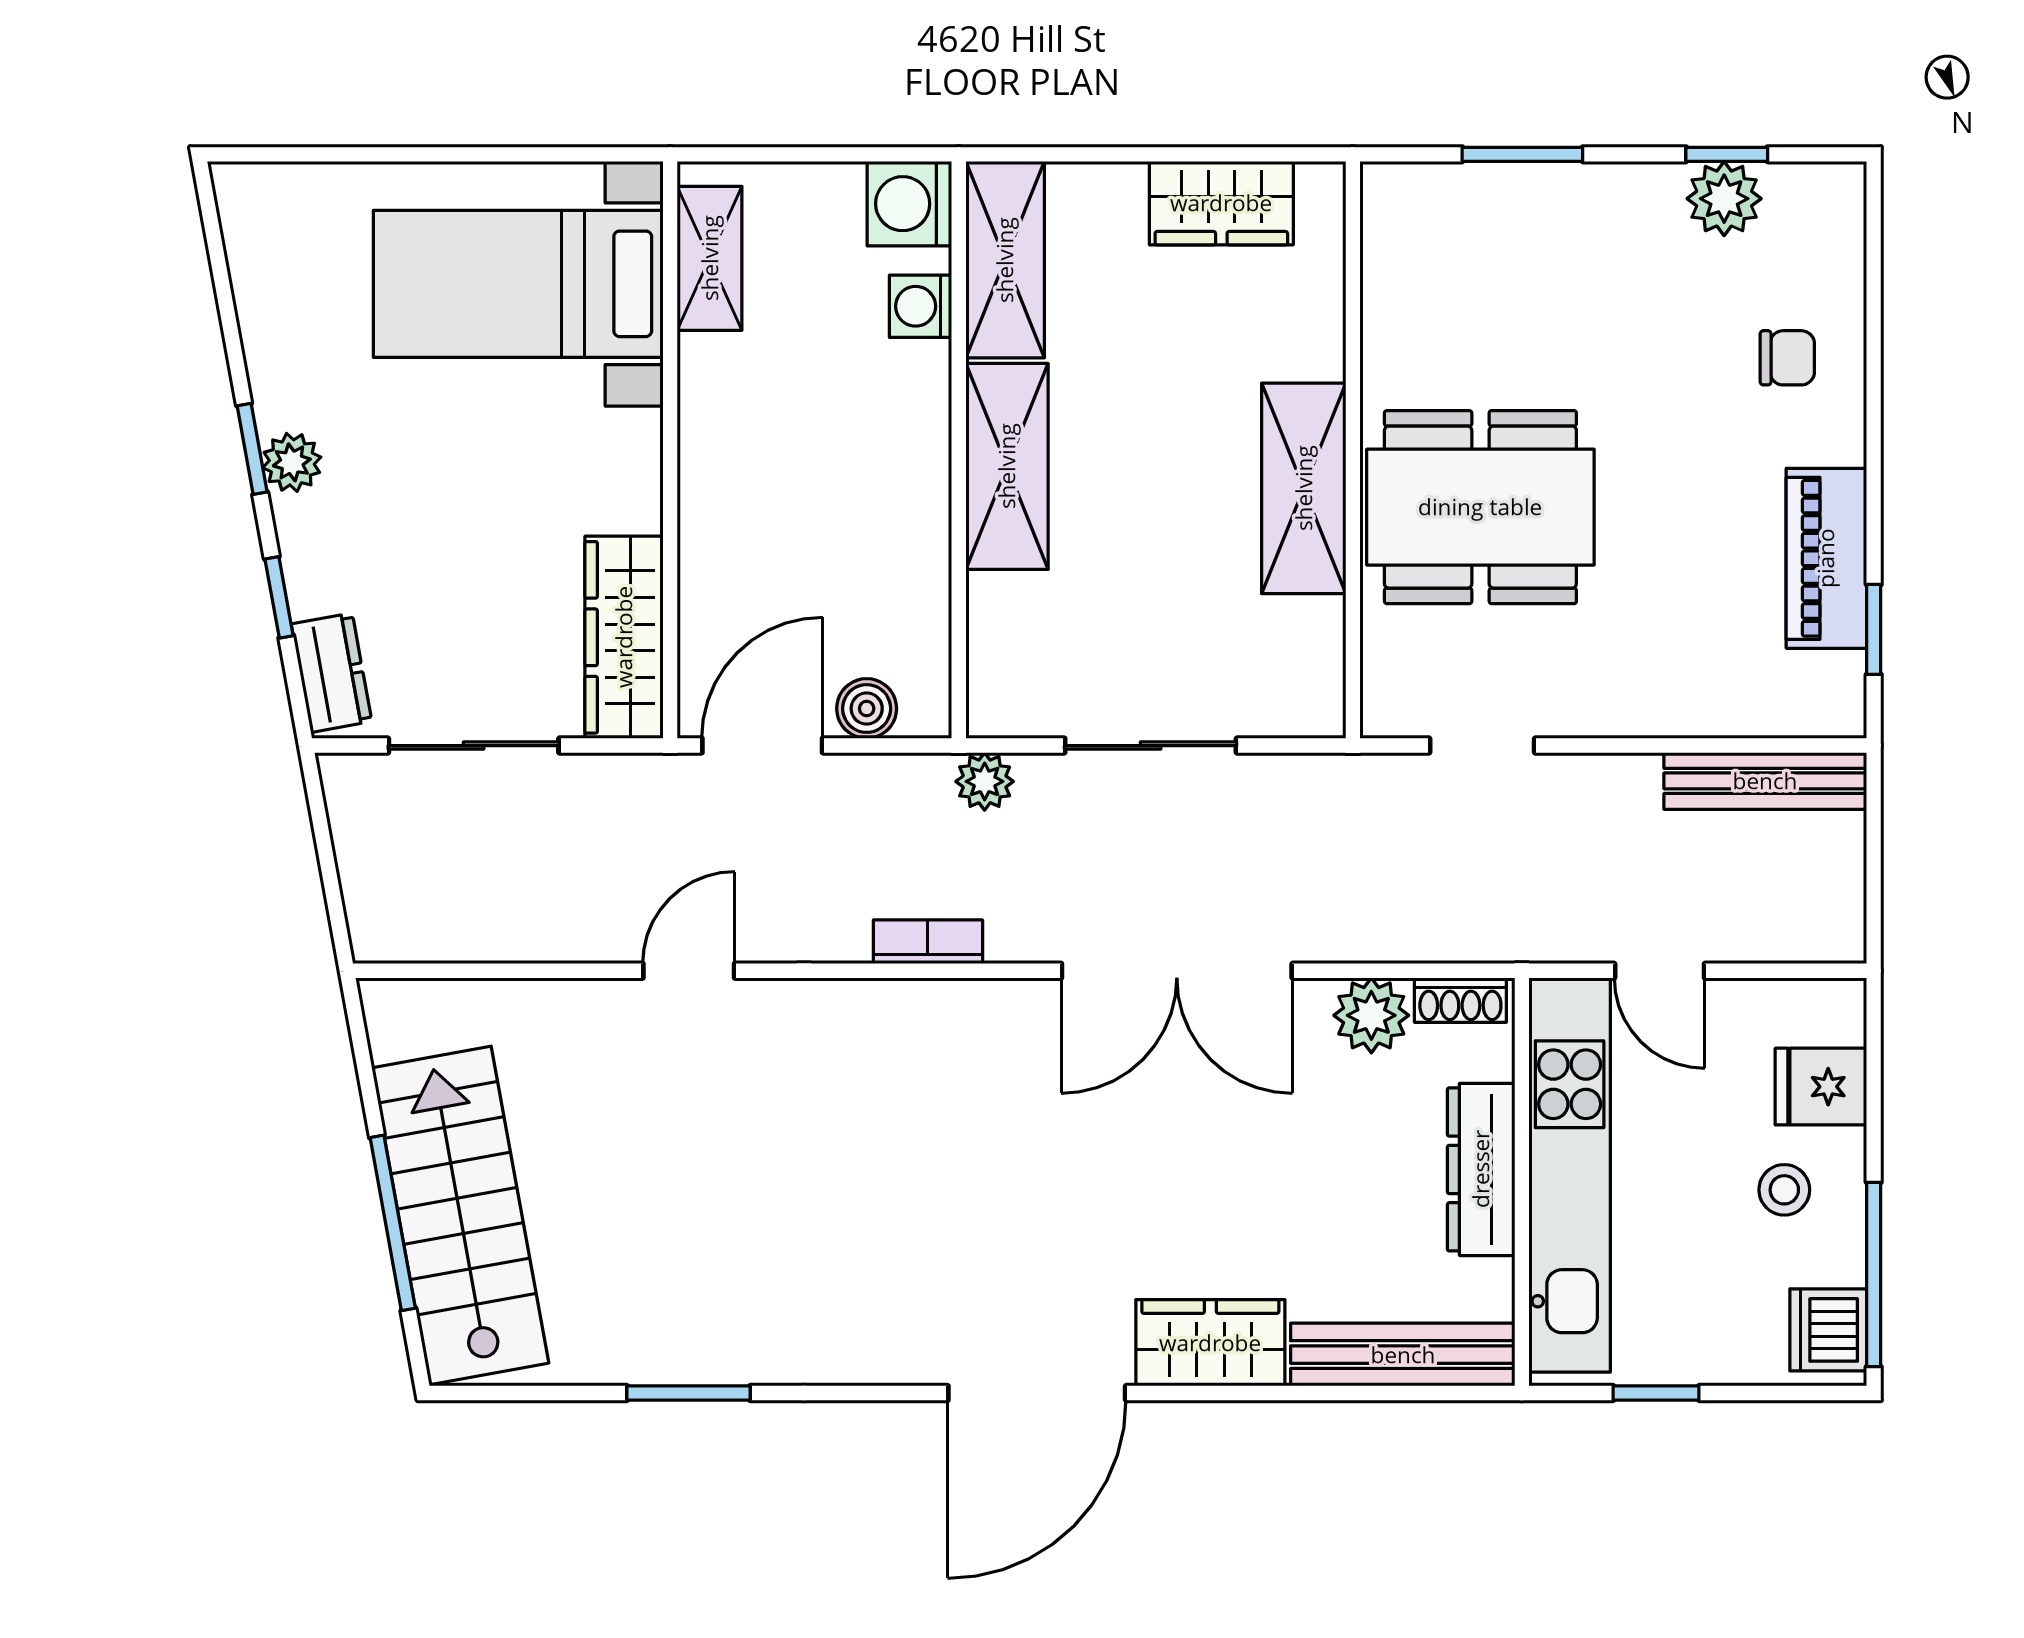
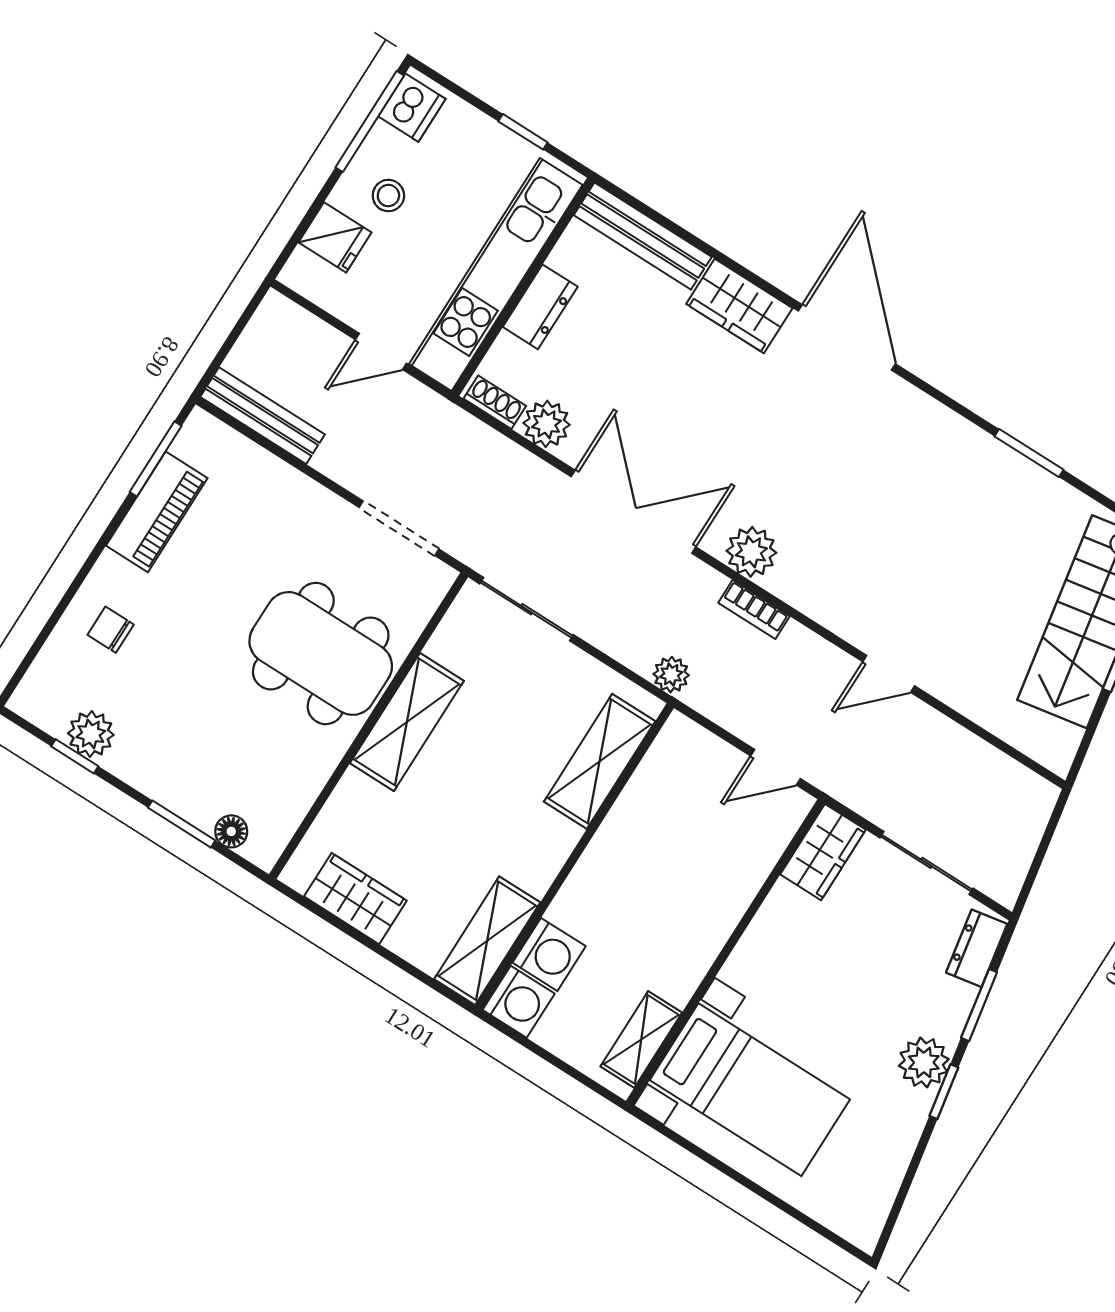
floor lamp: (1448, 187) -> (231, 831), added
washing machine: (921, 306) -> (549, 954), width x1.38, depth x1.38
plant: (292, 462) -> (924, 1062), width x1.38, depth x1.38
shelving: (1007, 466) -> (600, 761), moved
window: (279, 597) -> (979, 1005), width x1.50
window: (1874, 629) -> (156, 459), width x1.50
wardrobe: (624, 637) -> (823, 852), width x0.67
boiler: (867, 709) -> (709, 752), removed
door: (762, 746) -> (776, 767), width x0.73
sliding door: (1151, 746) -> (527, 609), moved
doorway: (1482, 746) -> (399, 528), width x1.38
door: (1660, 971) -> (381, 352), swing flipped
plant: (981, 1018) -> (751, 552), added
dresser: (1481, 1169) -> (540, 307), width x0.70
door: (1037, 1393) -> (847, 337), hinge flipped

